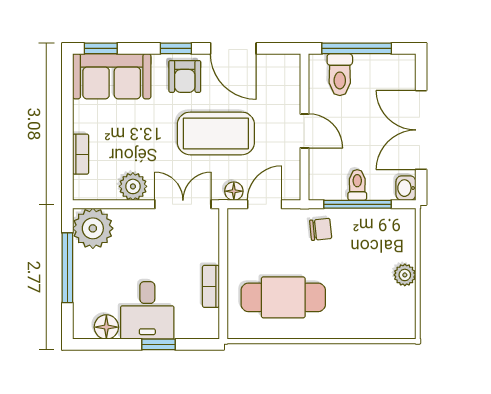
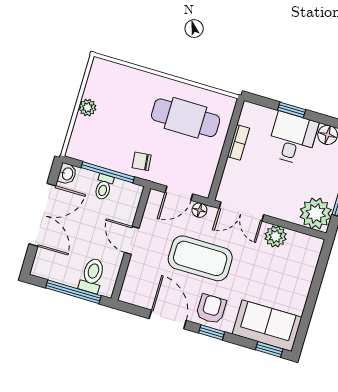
bookcase: (81, 154) -> (308, 273), removed

